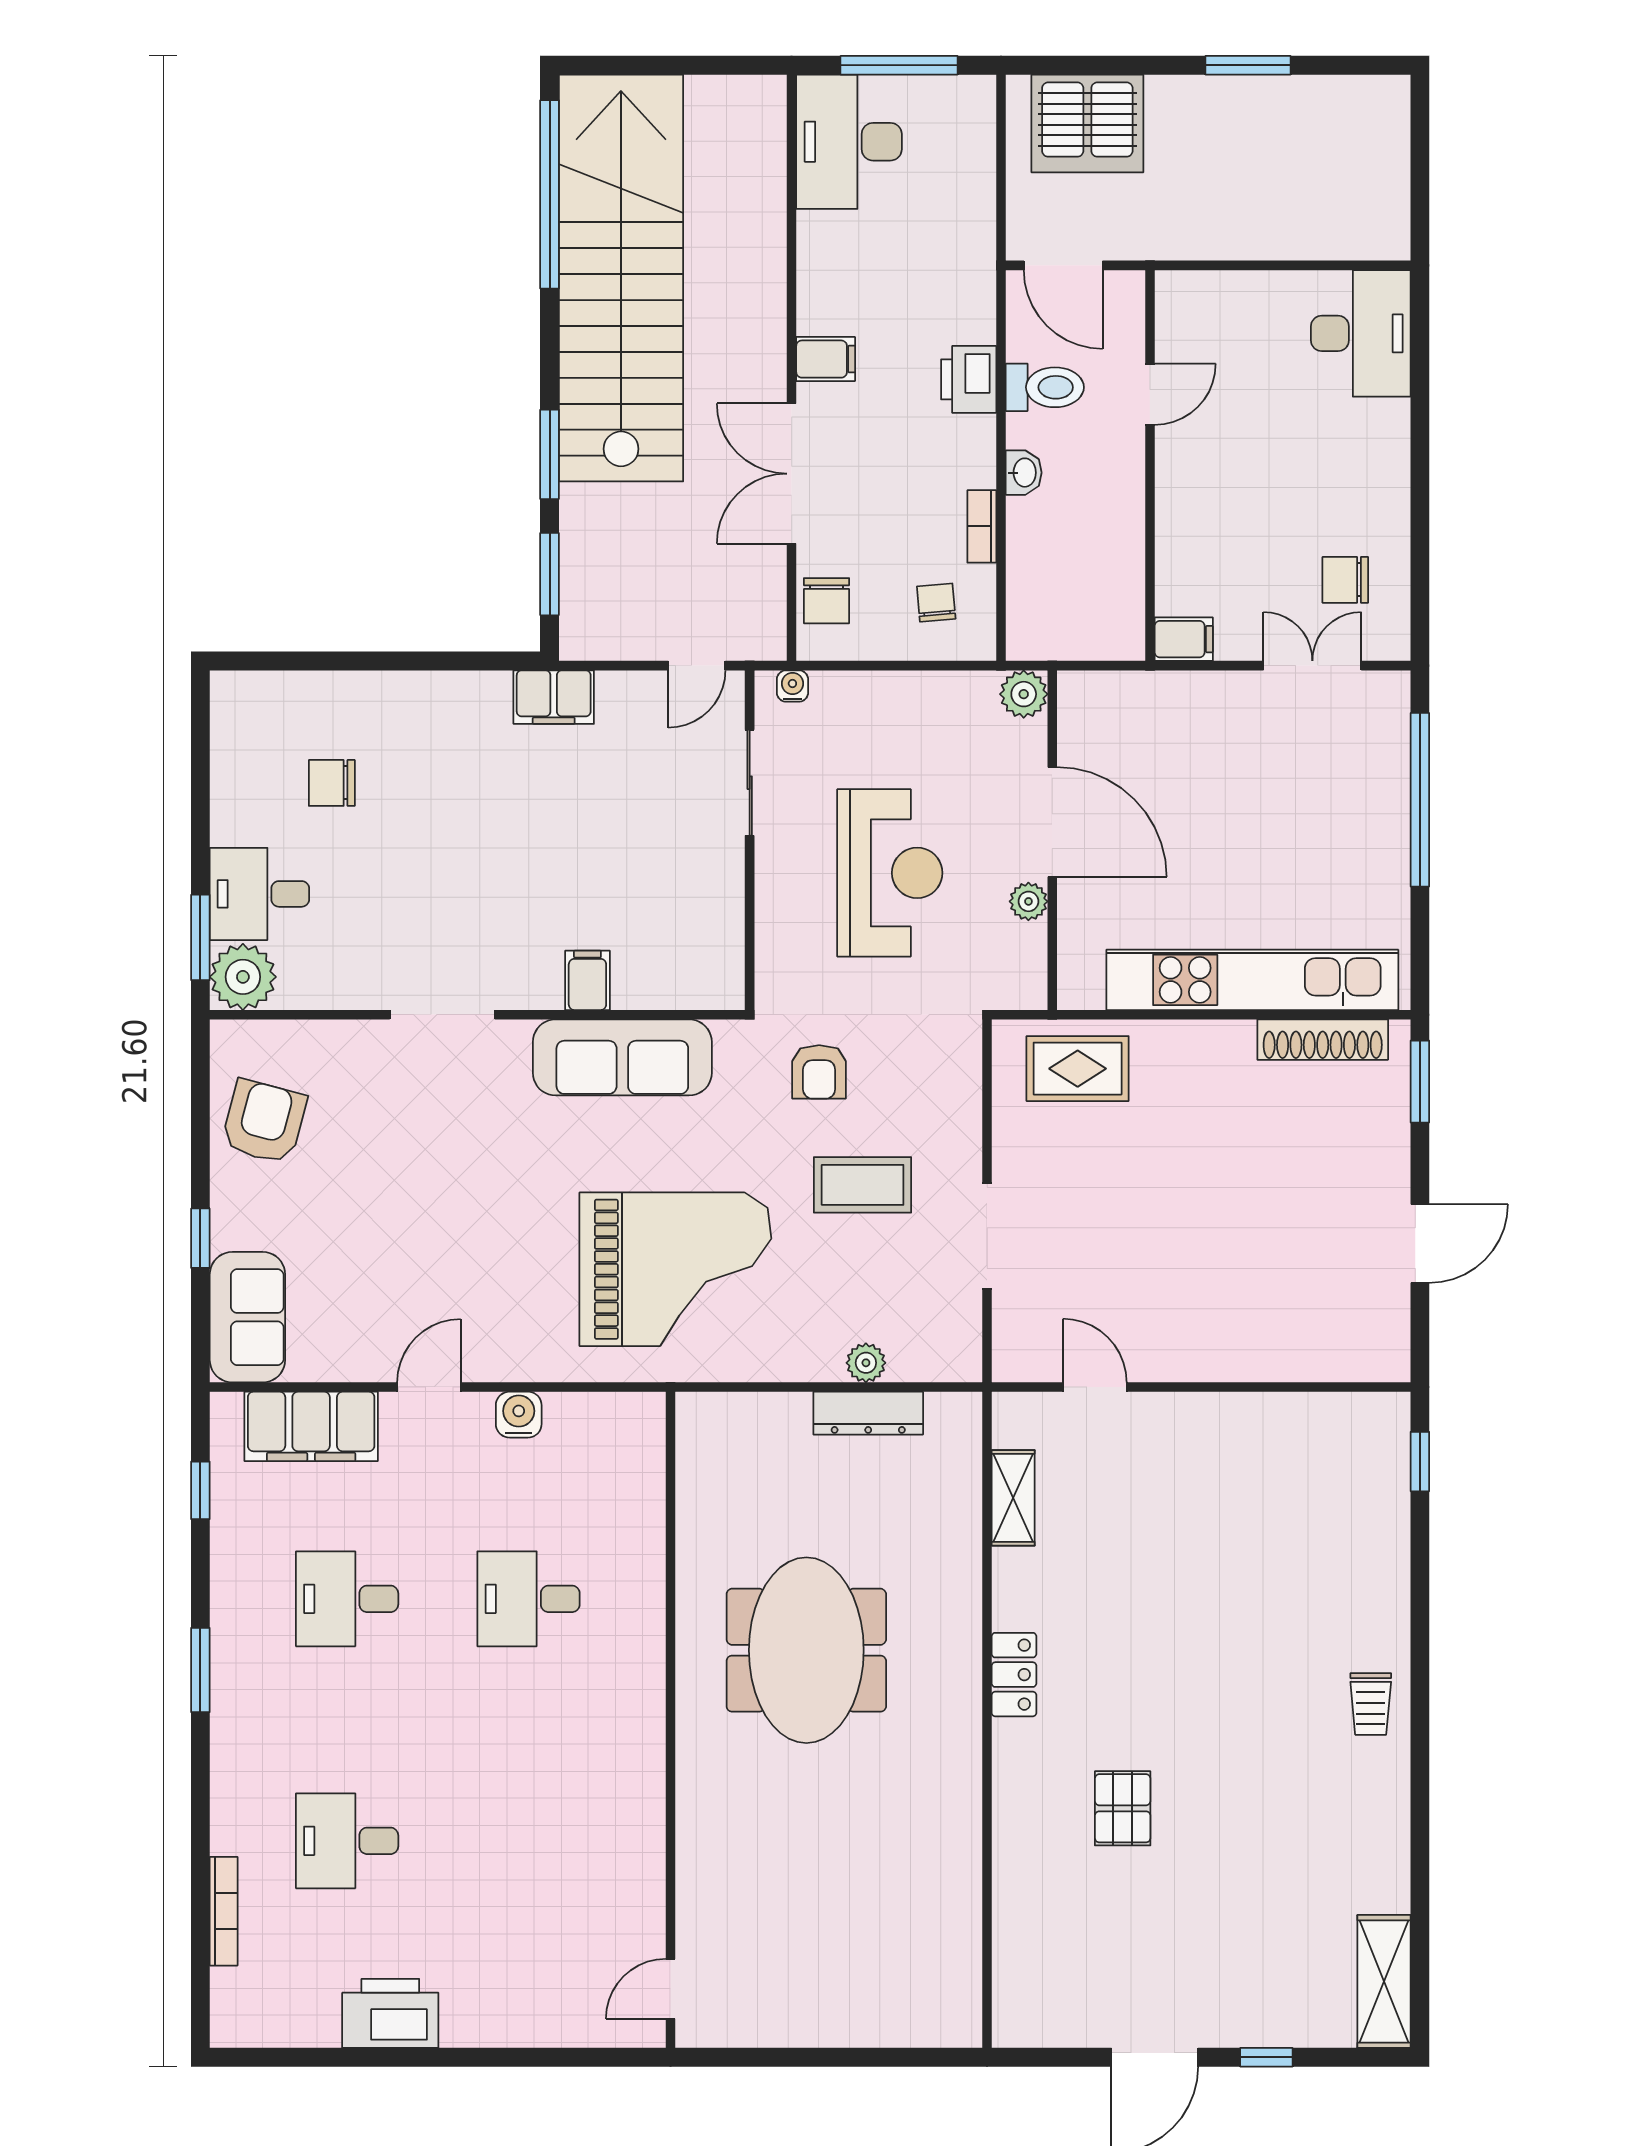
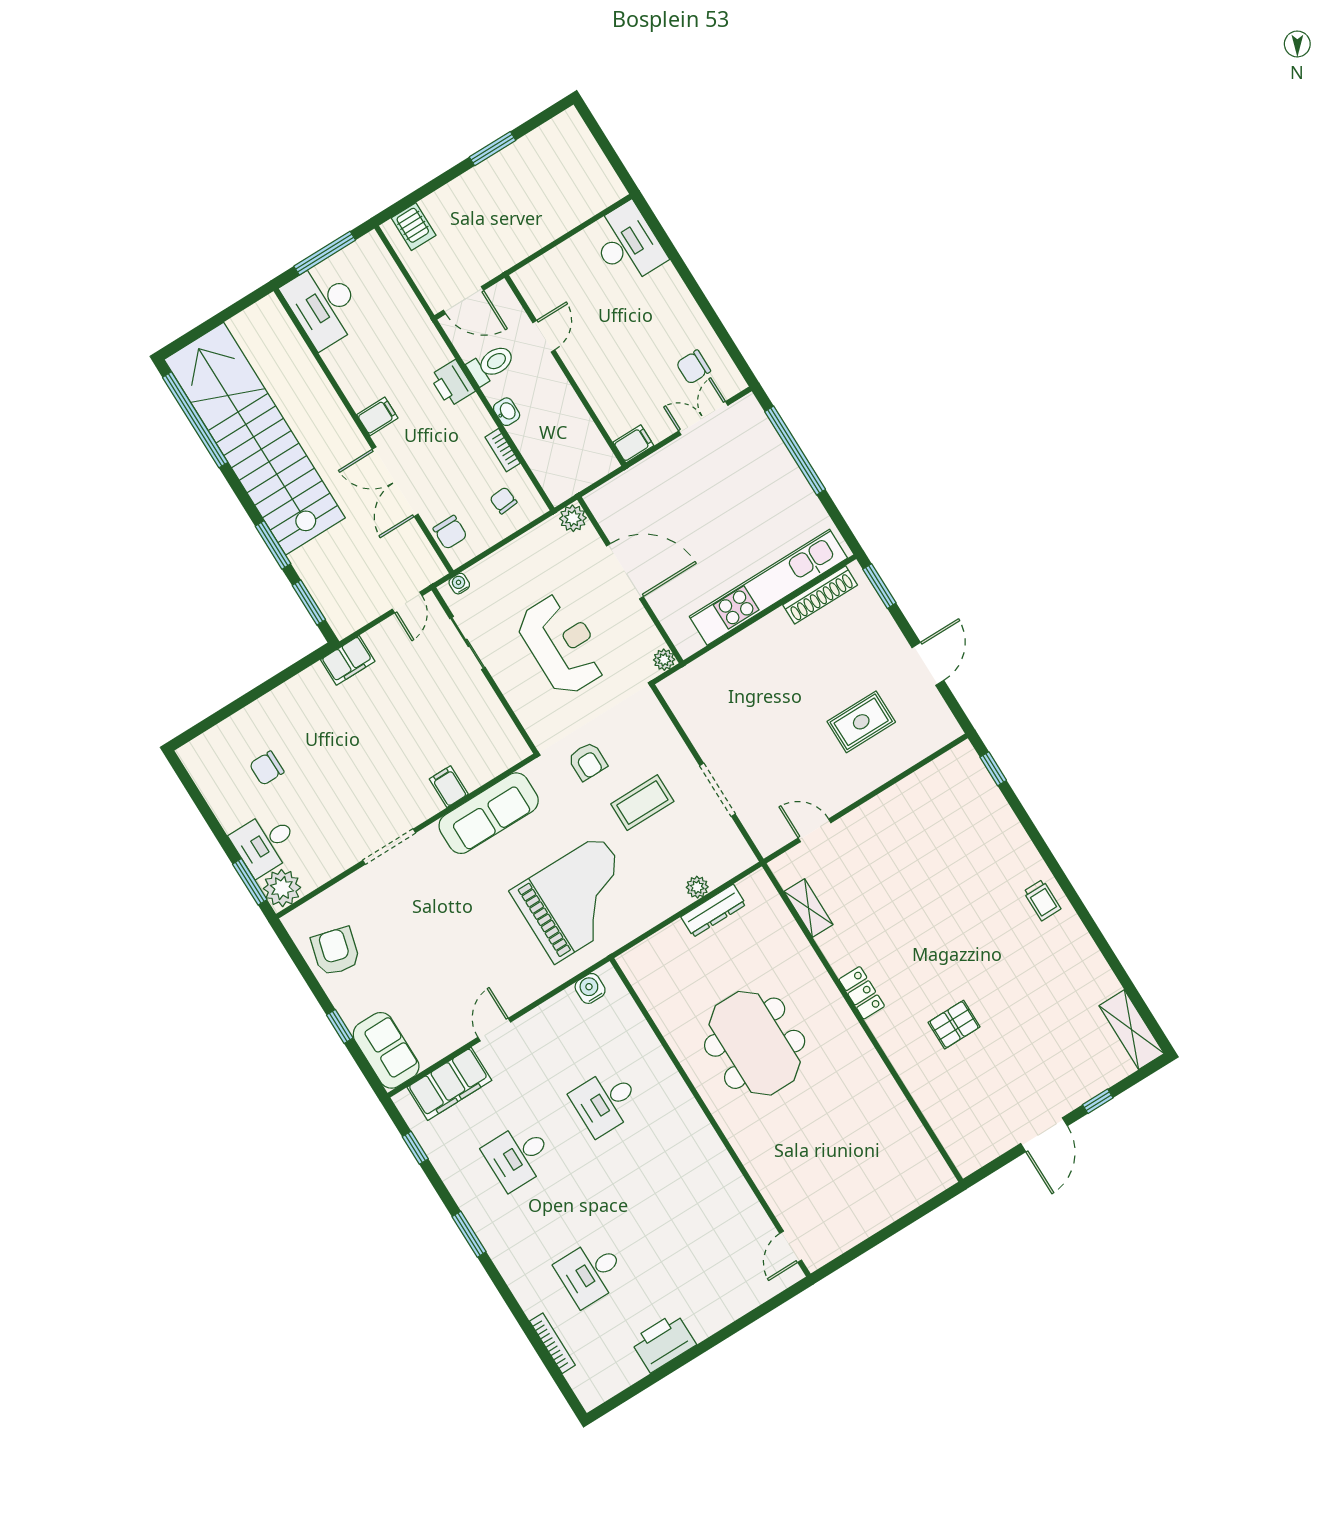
server rack: (1087, 123) -> (414, 227), width x0.46, depth x0.70
plant: (1028, 901) -> (664, 660), moved
rug: (1078, 1069) -> (861, 722), moved
water cooler: (519, 1415) -> (590, 988), moved
pallet: (1123, 1808) -> (954, 1025), turned 90

